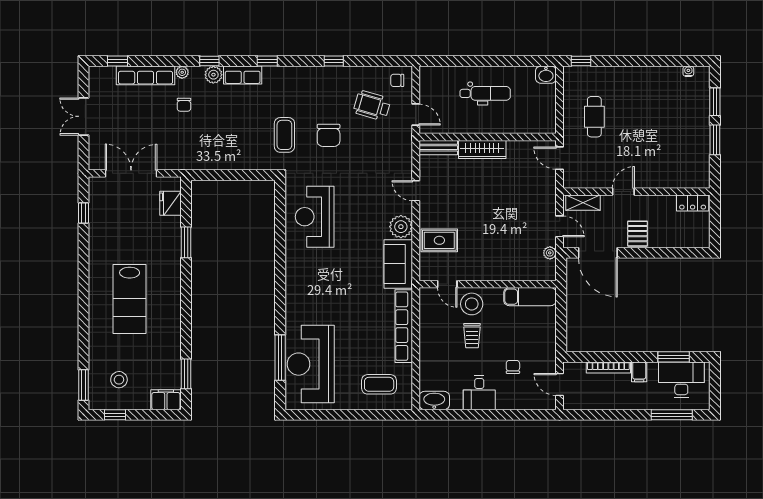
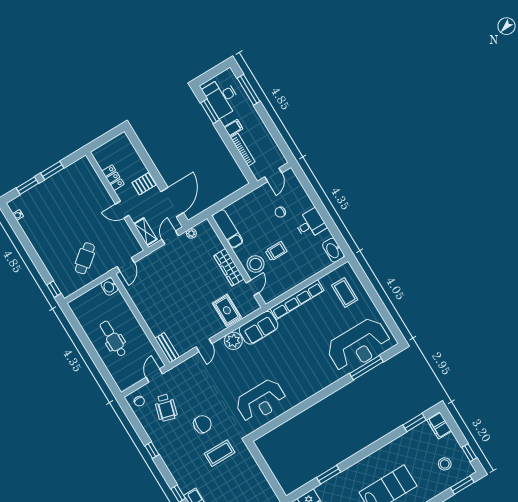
washbasin: (546, 75) -> (110, 287), moved, turned 180
cafe table: (594, 117) -> (85, 258), turned -39
wardrobe: (482, 149) -> (229, 267), moved, turned 180
locker: (693, 203) -> (113, 178), moved

